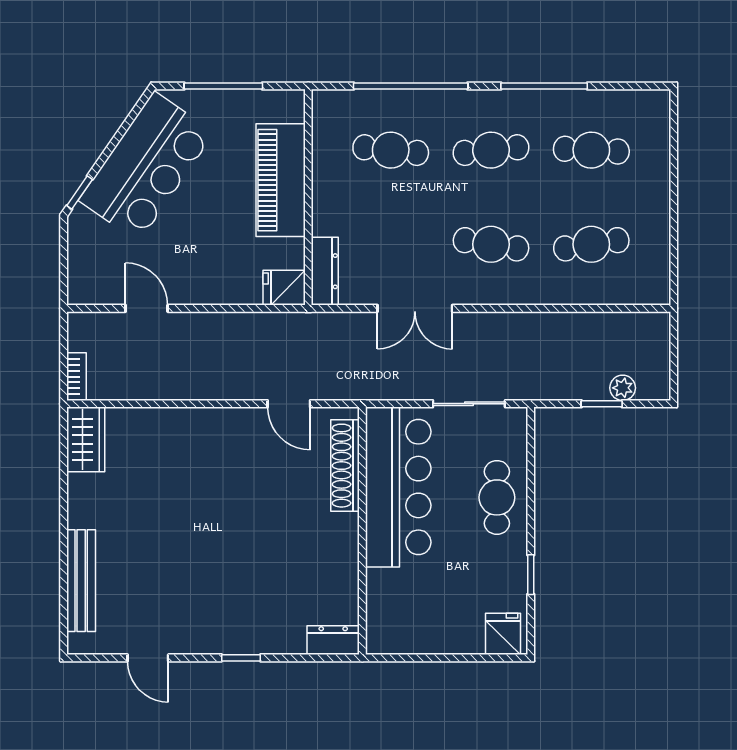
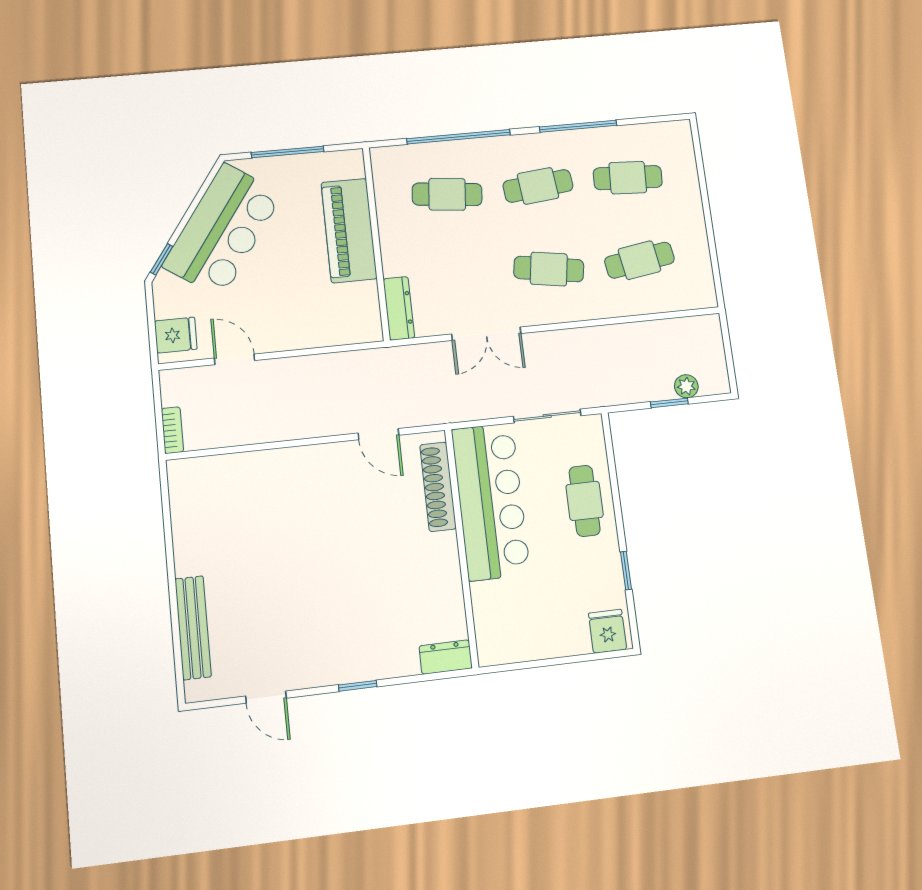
fridge: (284, 288) -> (176, 335), moved, turned 180
wardrobe: (86, 439) -> (186, 489), removed

